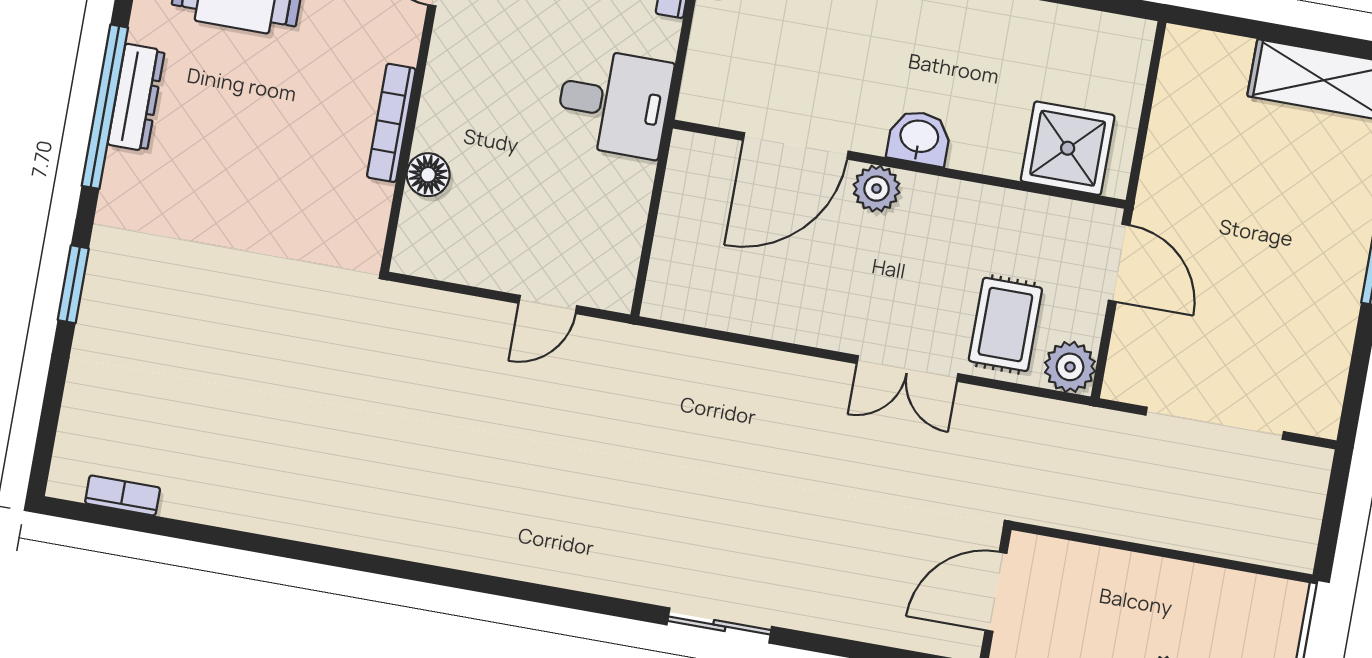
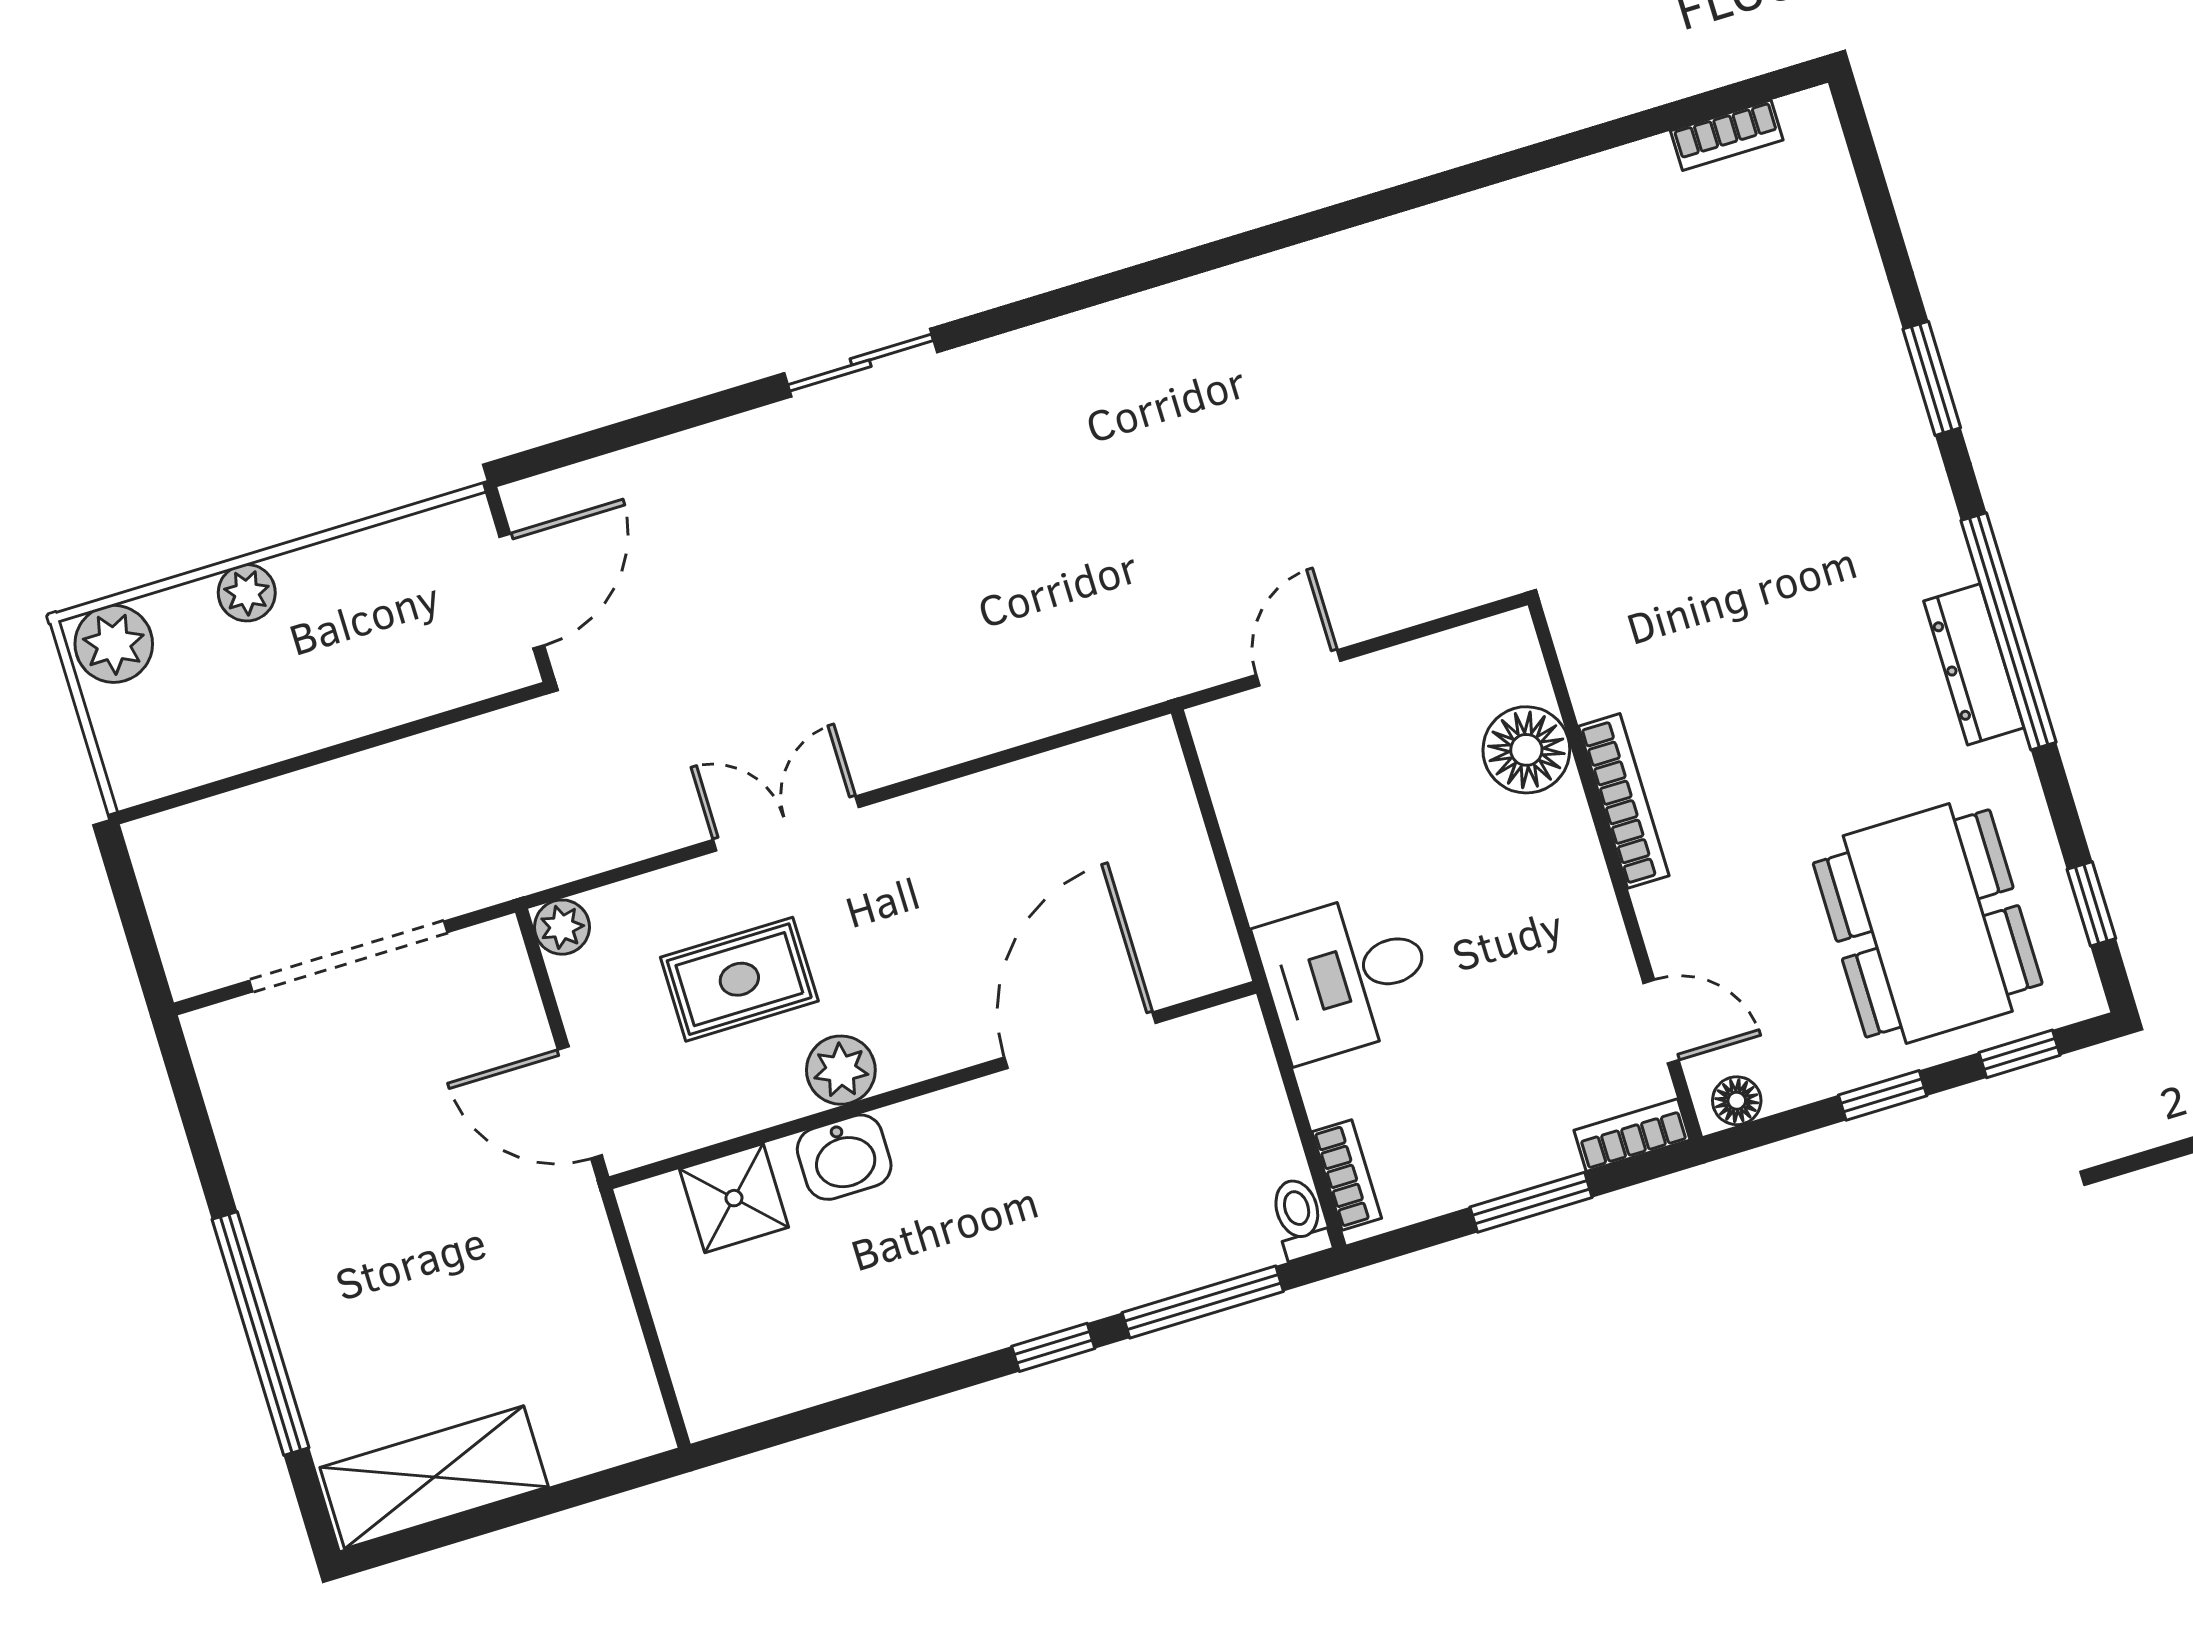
washbasin: (919, 138) -> (844, 1157), moved
shower: (1068, 148) -> (734, 1198), width x0.73, depth x0.73
floor lamp: (428, 175) -> (1526, 750), width x1.38, depth x1.38
plant: (877, 189) -> (841, 1070), moved
rug: (1005, 324) -> (739, 979), moved, turned 90
plant: (1070, 367) -> (562, 927), width x0.73, depth x0.73

